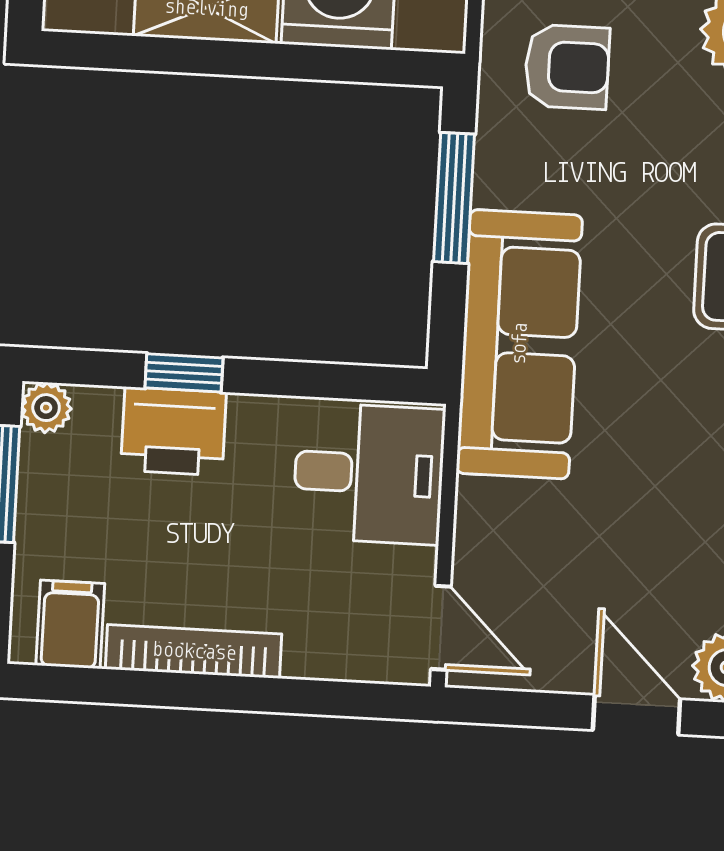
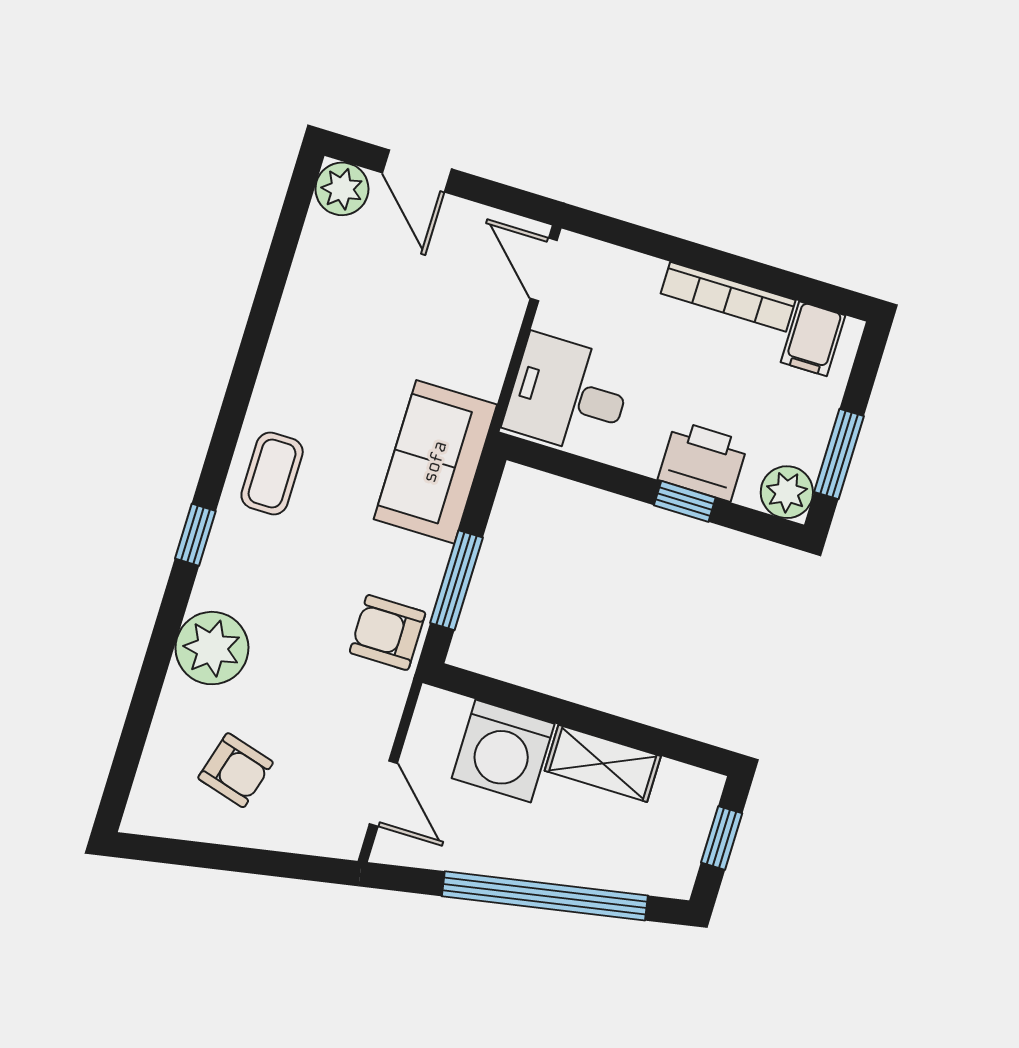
armchair: (567, 67) -> (388, 632), moved
sofa: (519, 344) -> (435, 462), width x0.73
plant: (46, 408) -> (787, 492), width x1.38, depth x1.38

